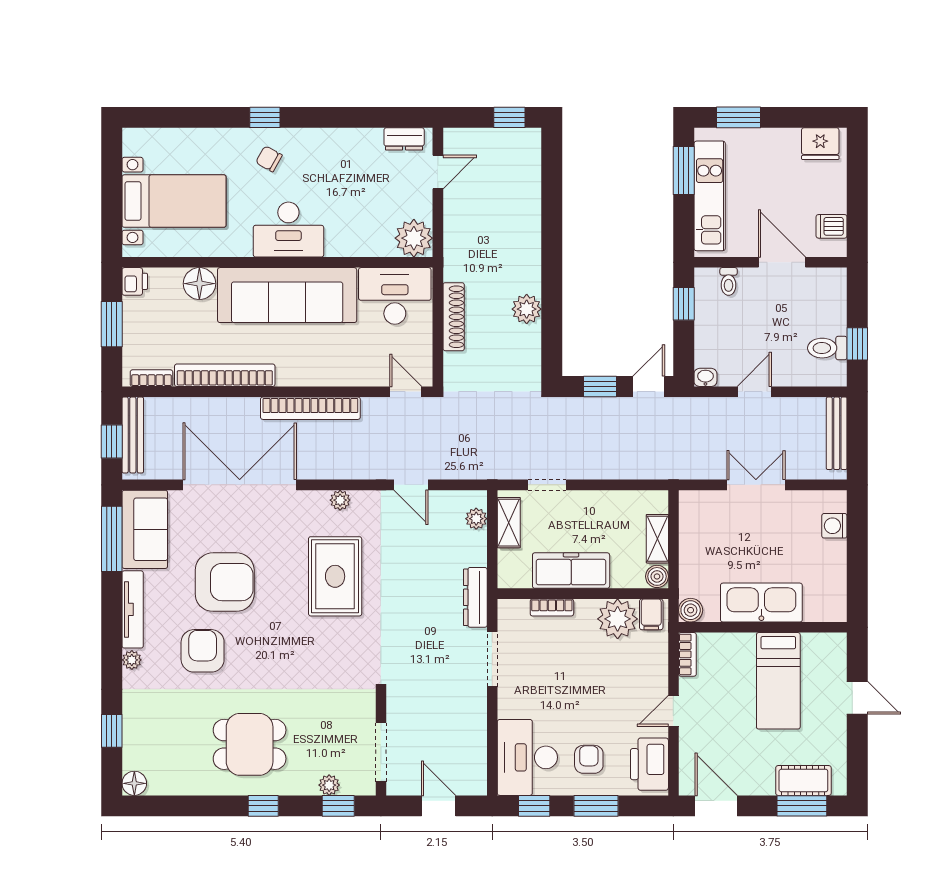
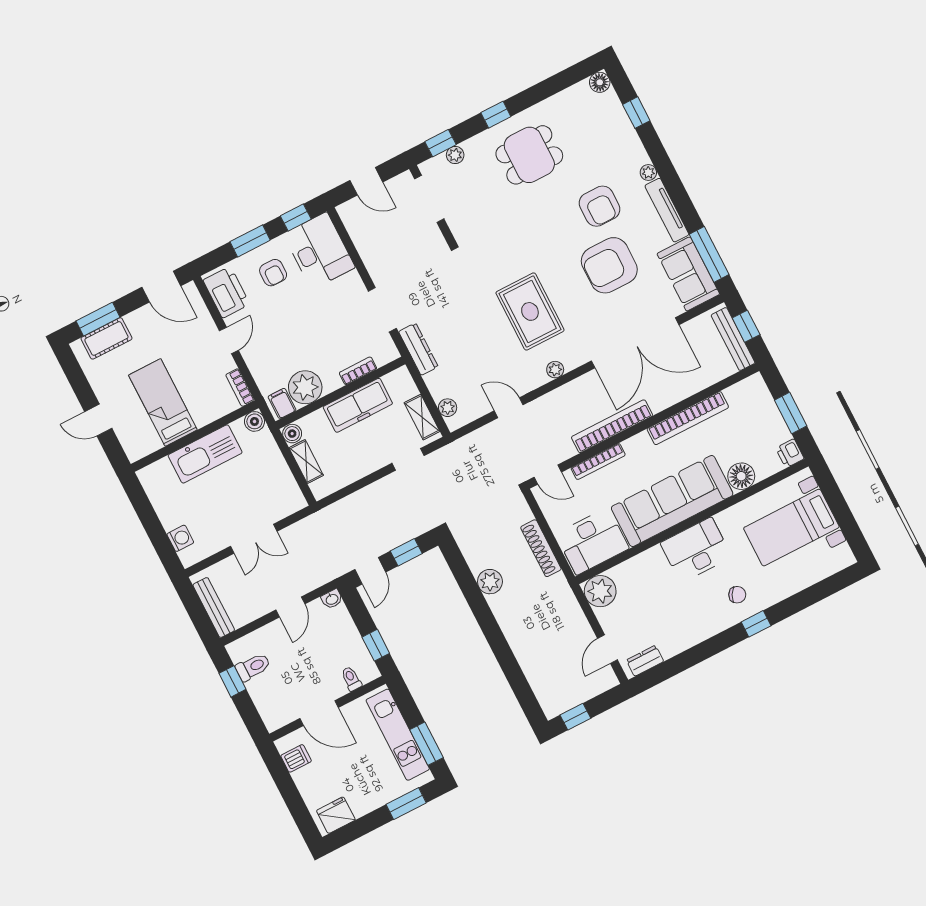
bookcase: (151, 378) -> (598, 462), moved, width x1.56

